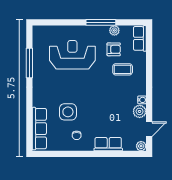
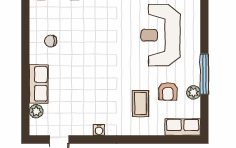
reception desk: (72, 55) -> (160, 35), turned 180
plant: (140, 111) -> (83, 127), removed
side table: (68, 112) -> (83, 29), removed
plant: (141, 146) -> (36, 111), moved

